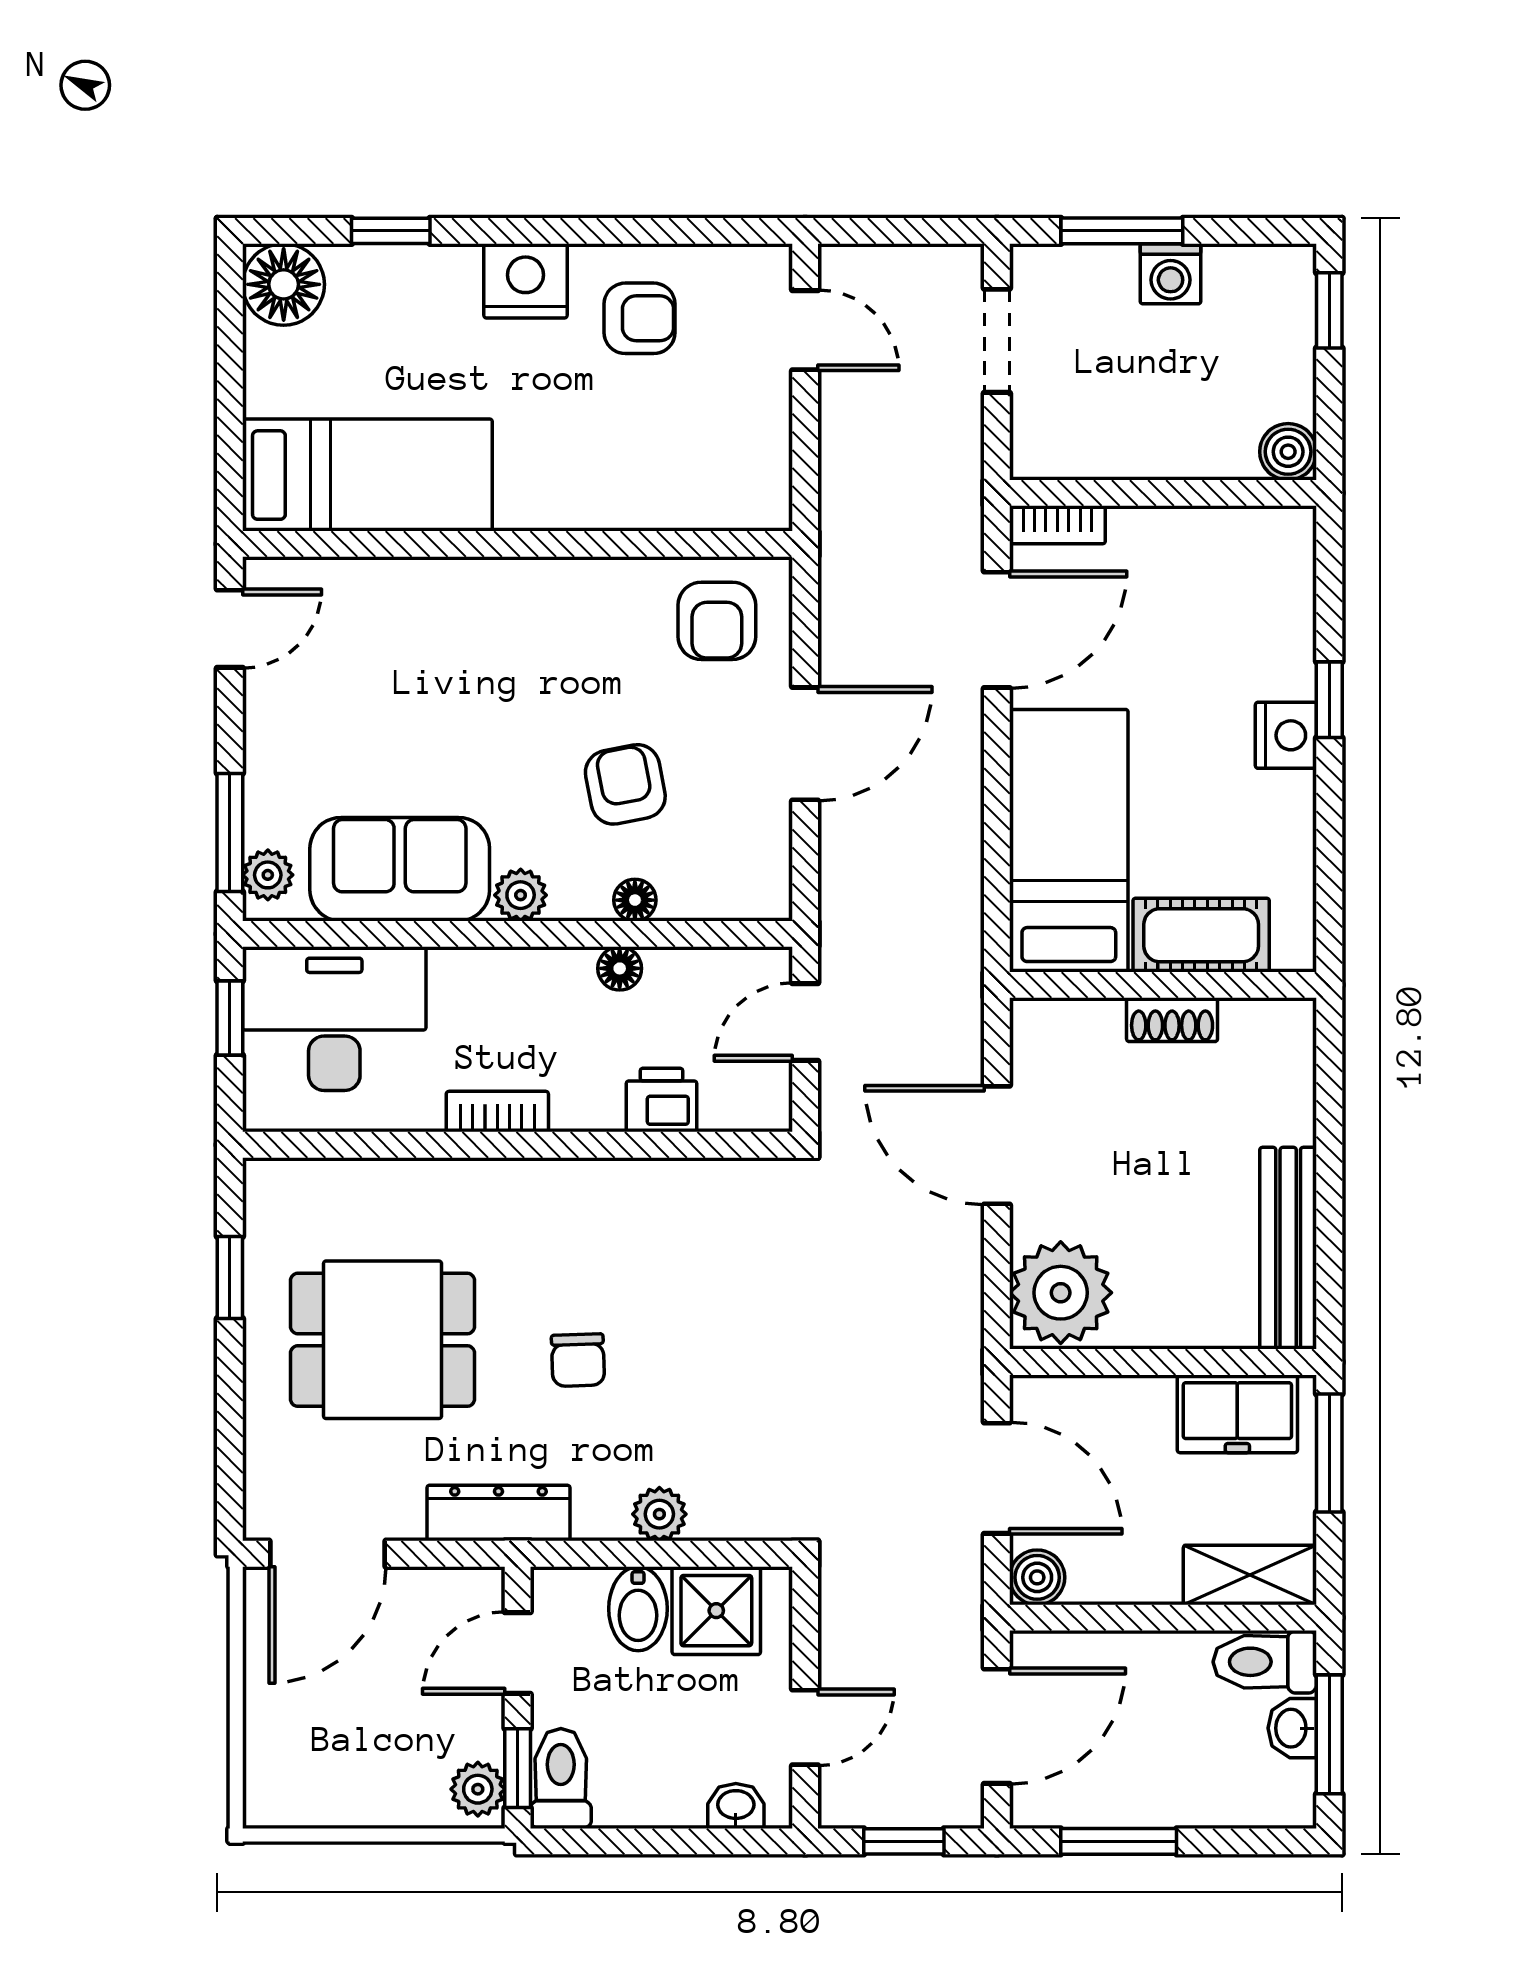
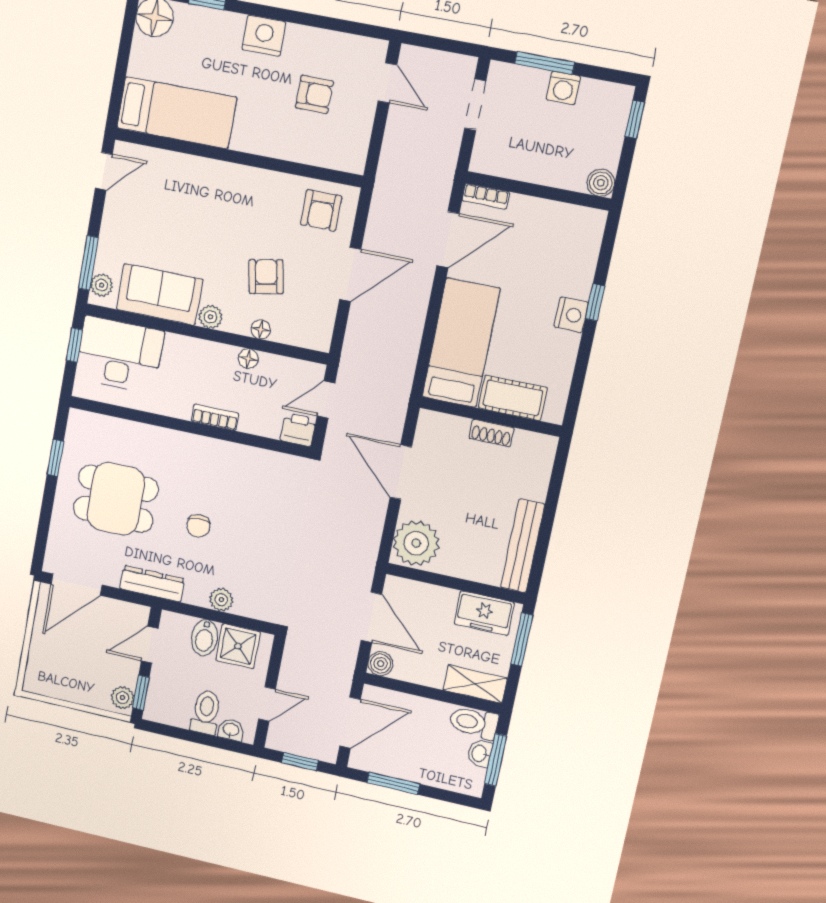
armchair: (640, 318) -> (314, 94), moved
printer: (662, 1100) -> (298, 430), moved
bookcase: (497, 1112) -> (215, 417), moved
toilet: (561, 1778) -> (206, 712), moved

